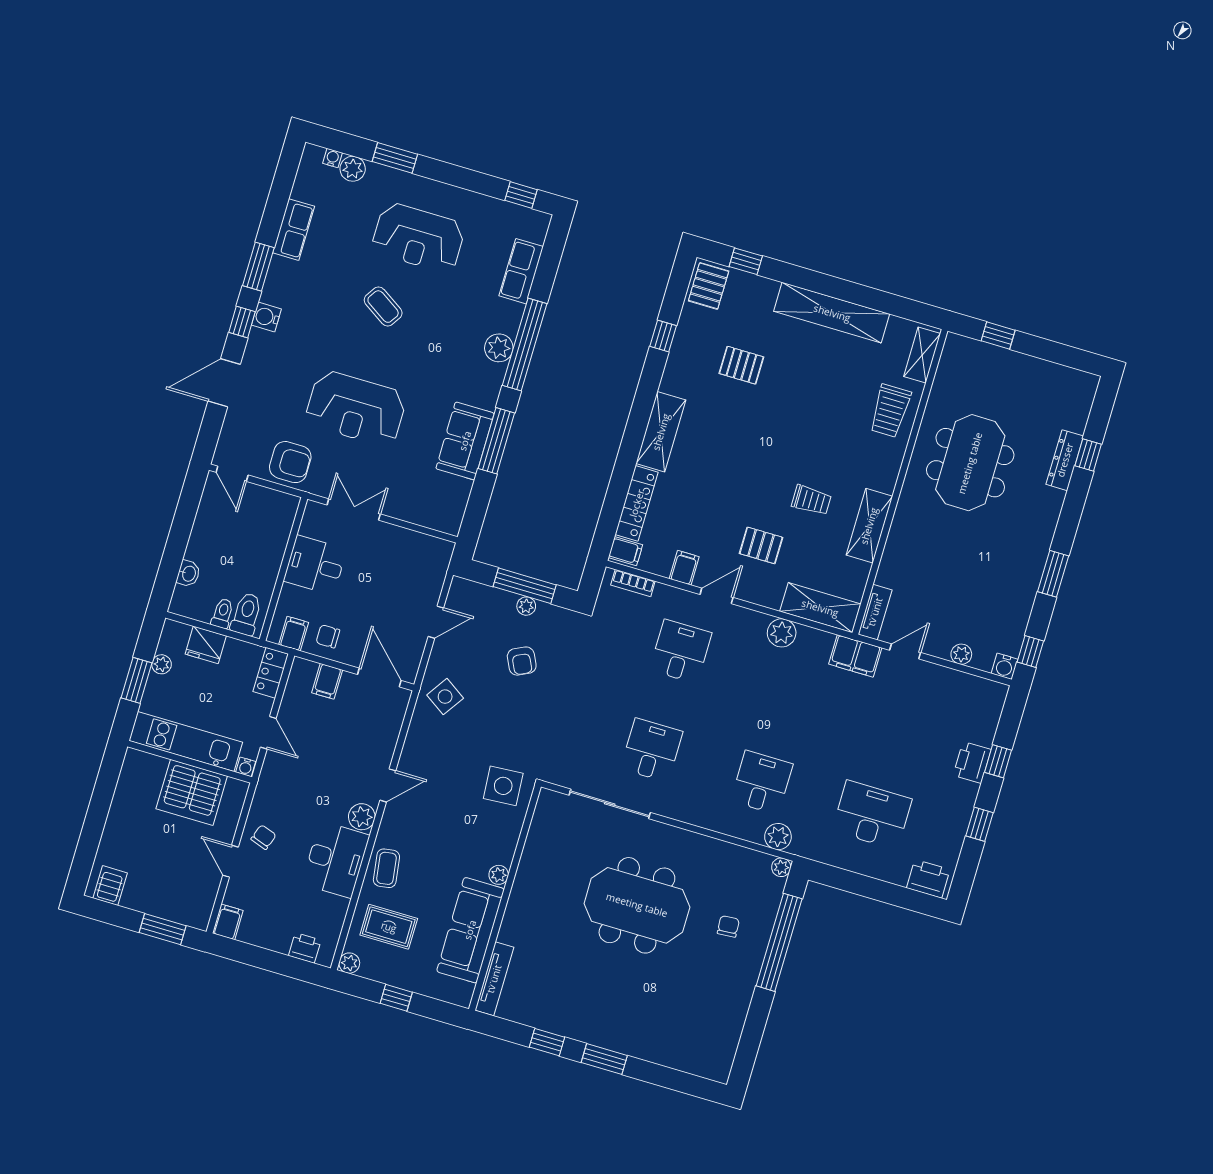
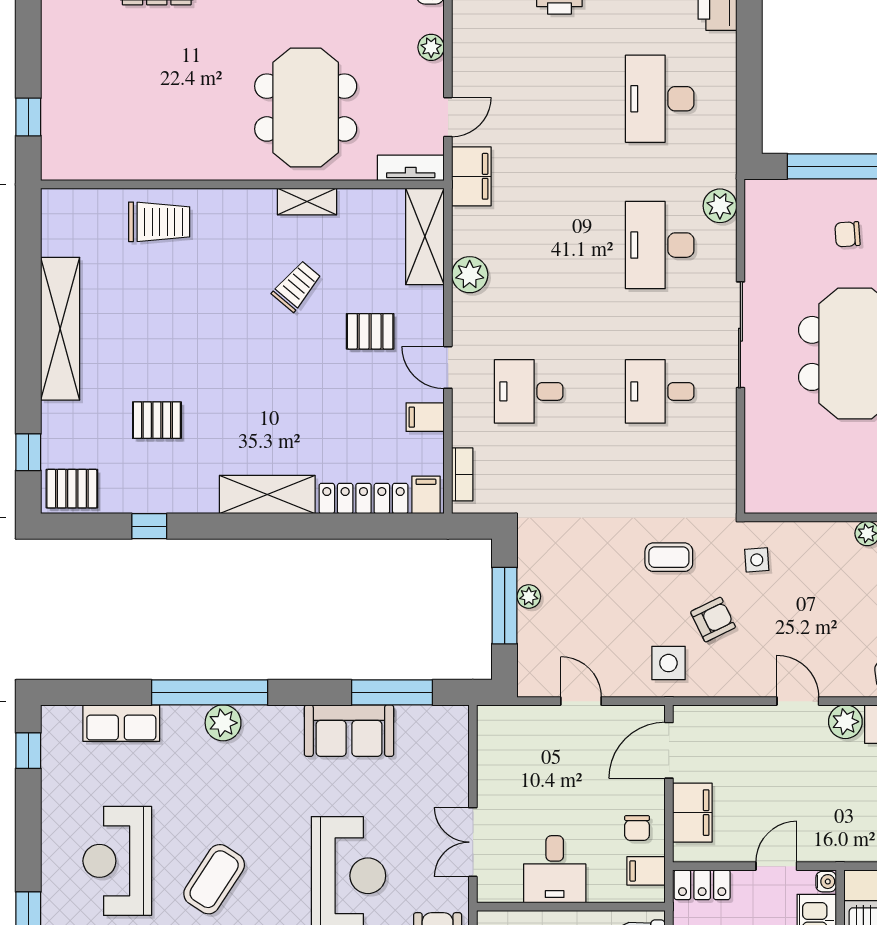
reception desk: (418, 238) -> (117, 861), turned 180
coffee table: (383, 307) -> (214, 879), width x1.36, depth x1.30
shelving: (922, 355) -> (79, 203), removed
pallet: (741, 365) -> (157, 420), turned 90
window: (496, 441) -> (392, 692), moved
meeting table: (970, 463) -> (306, 108), moved, turned 90
trolley: (811, 500) -> (297, 286), turned 40
shelving: (869, 526) -> (307, 201), width x0.67, depth x0.75
pallet: (761, 545) -> (370, 331), turned 90
door: (905, 651) -> (448, 117), swing flipped
armchair: (522, 661) -> (713, 620), moved
filing cabinet: (327, 681) -> (692, 813), width x2.00
side table: (445, 697) -> (668, 663), turned -34
coffee table: (525, 720) -> (669, 557), added
desk: (762, 783) -> (660, 245), width x1.37
side table: (503, 786) -> (757, 560), width x0.54, depth x0.54
sliding door: (610, 804) -> (740, 335), moved
plant: (781, 867) -> (756, 191), removed

